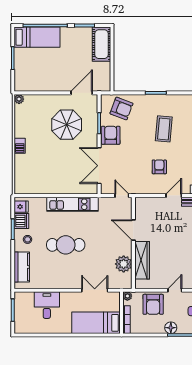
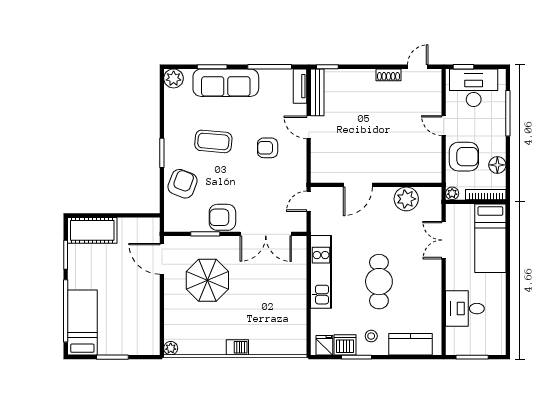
armchair: (121, 108) -> (183, 184), moved
wardrobe: (142, 260) -> (401, 172), removed
floor lamp: (171, 328) -> (497, 165), moved

